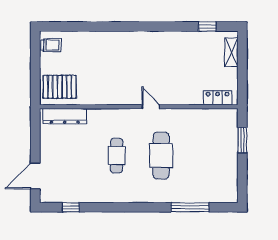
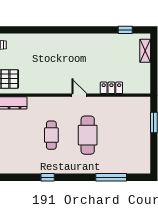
locker: (218, 98) -> (111, 88), moved
window: (71, 207) -> (48, 177), moved

